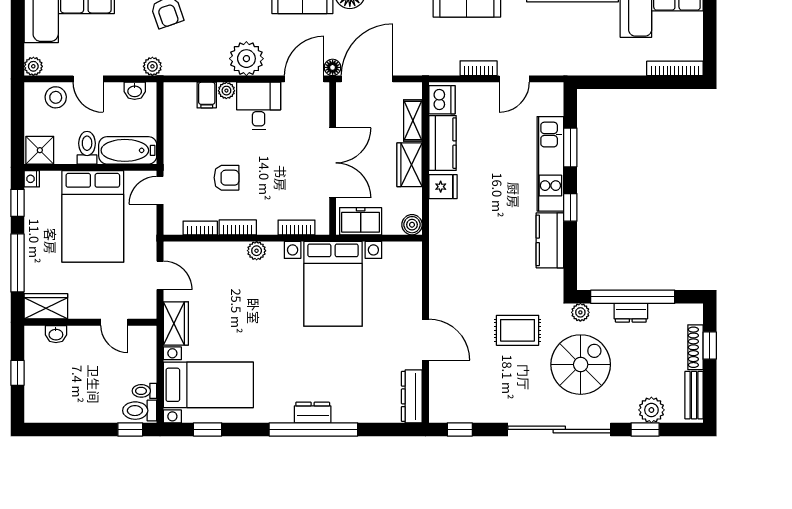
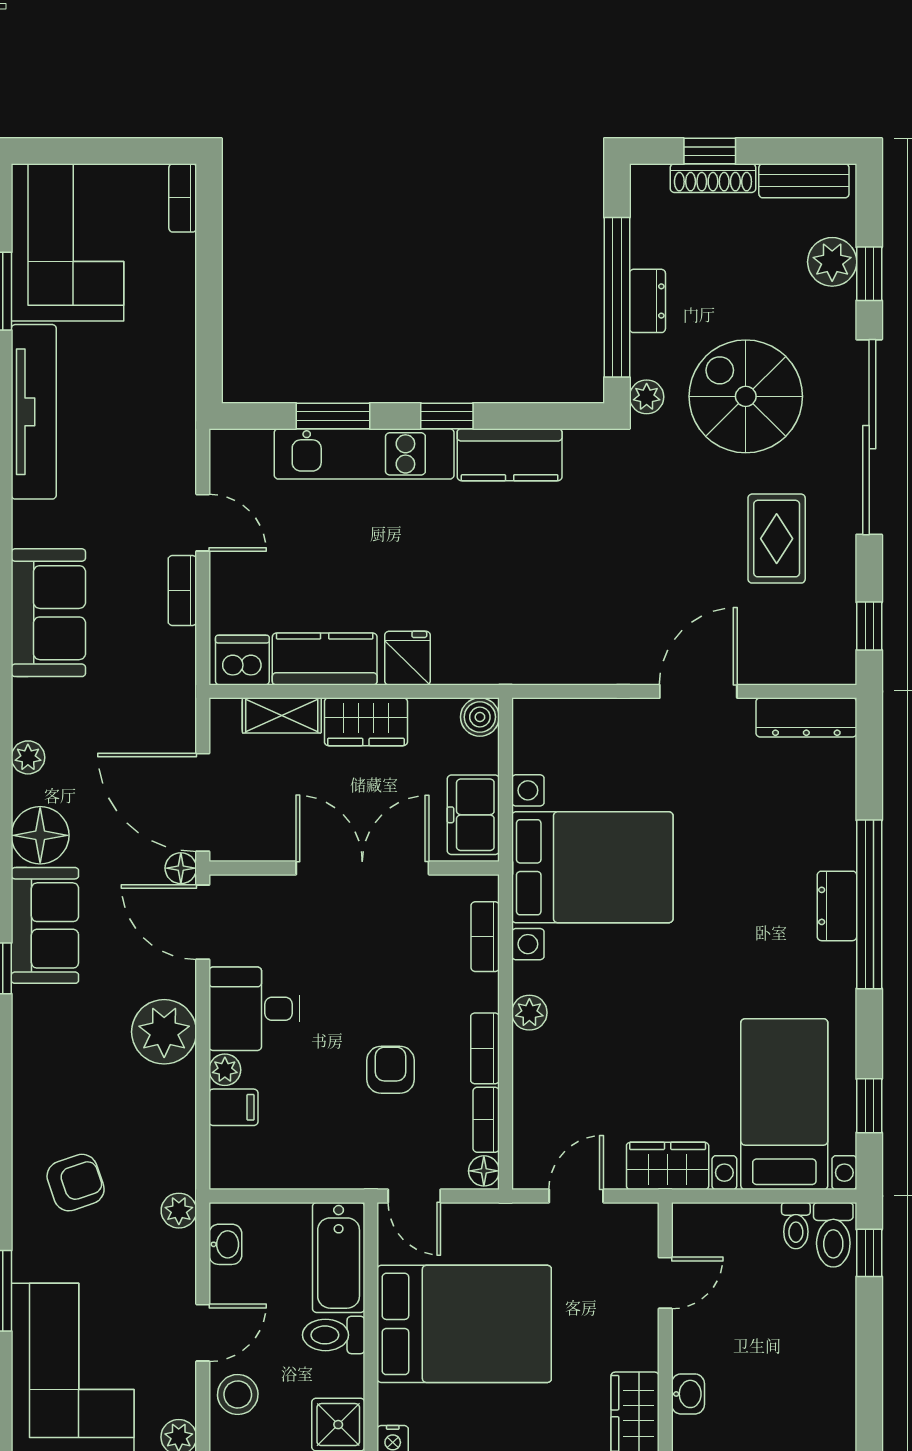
bookcase: (675, 68) -> (183, 198), width x0.64
floor lamp: (173, 227) -> (484, 1171), added
rug: (518, 330) -> (777, 539), moved

